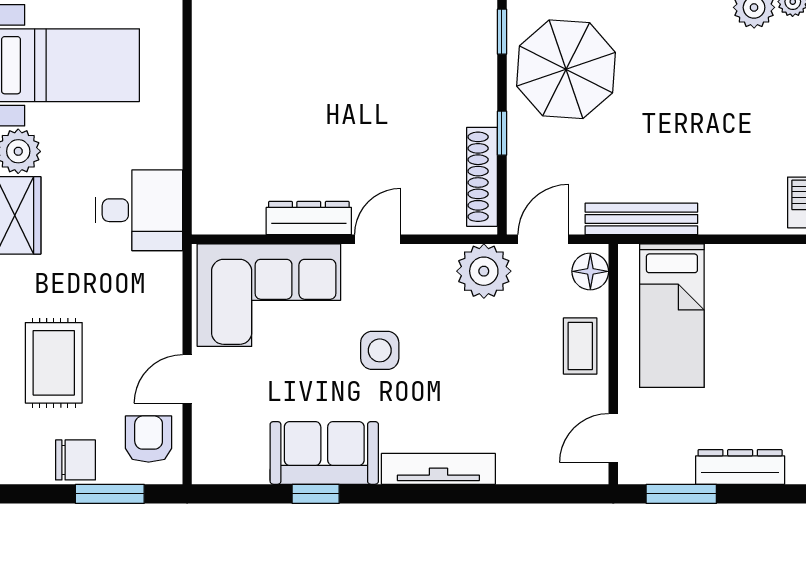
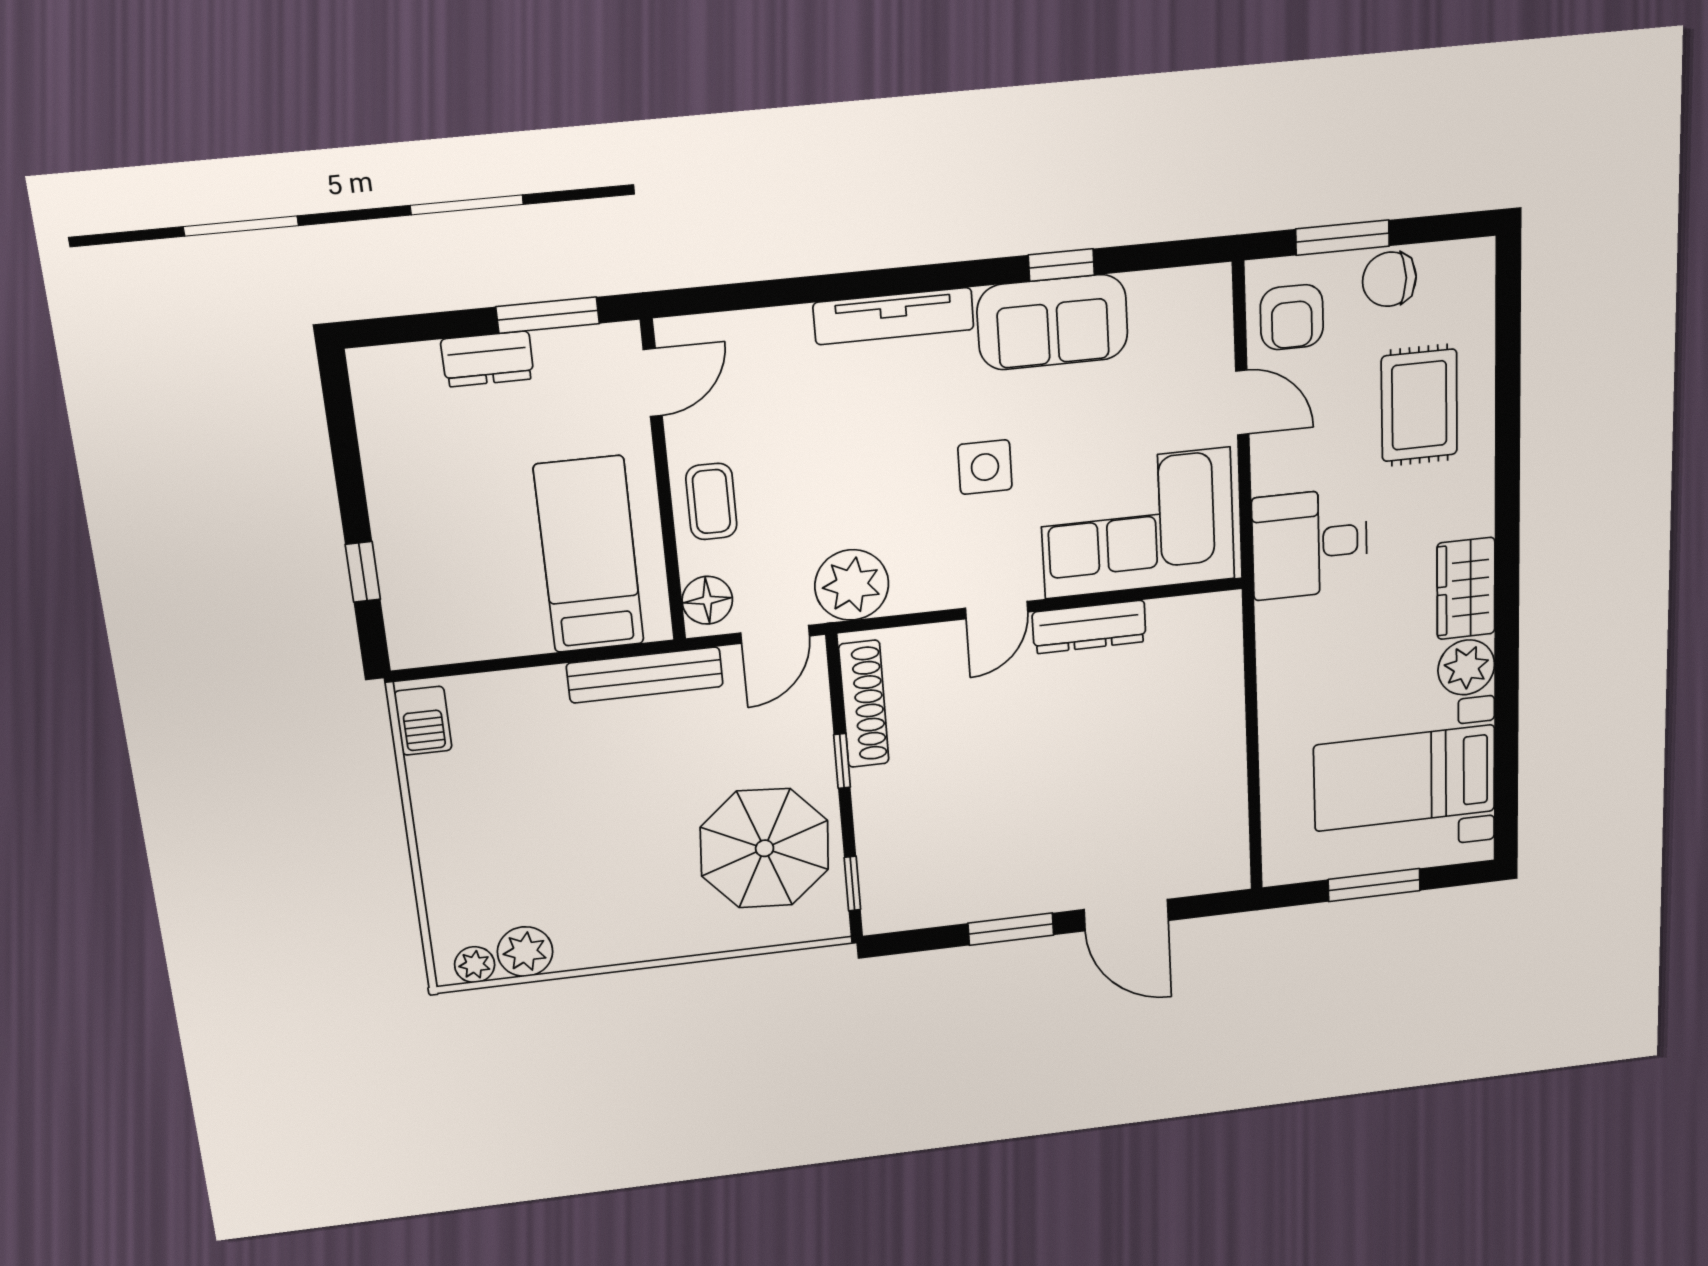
desk: (139, 210) -> (1310, 544), moved
door: (187, 379) -> (1242, 403), hinge flipped
dresser: (740, 467) -> (487, 359), width x0.70

